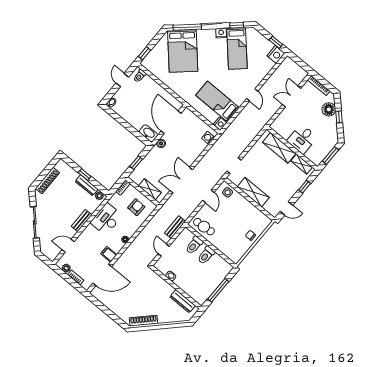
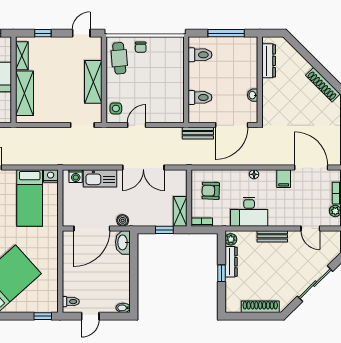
kitchen sink: (195, 150) -> (100, 178), added
shelving: (150, 189) -> (180, 211), moved
door: (286, 208) -> (81, 33), hinge flipped
cafe table: (204, 227) -> (119, 58), moved
door: (164, 250) -> (232, 125), width x1.88
toilet: (206, 255) -> (200, 55), moved

